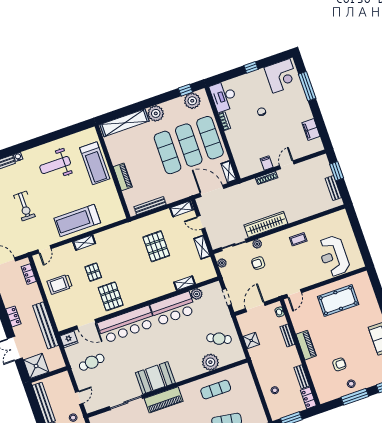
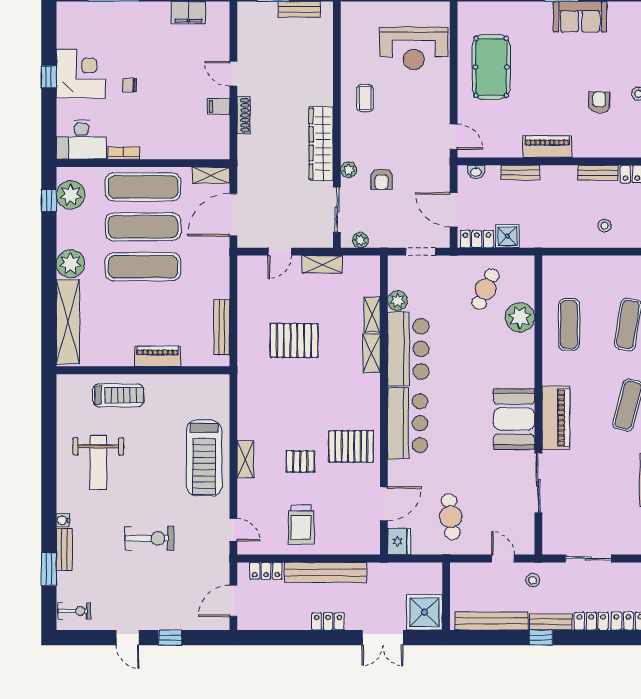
corner desk: (281, 76) -> (81, 74), moved
treadmill: (95, 163) -> (118, 395), width x0.73, depth x0.73
shelving: (181, 209) -> (371, 353), moved
bar counter: (126, 324) -> (408, 423), width x0.73
bench: (46, 325) -> (325, 572), moved
locker: (244, 325) -> (477, 239), added

